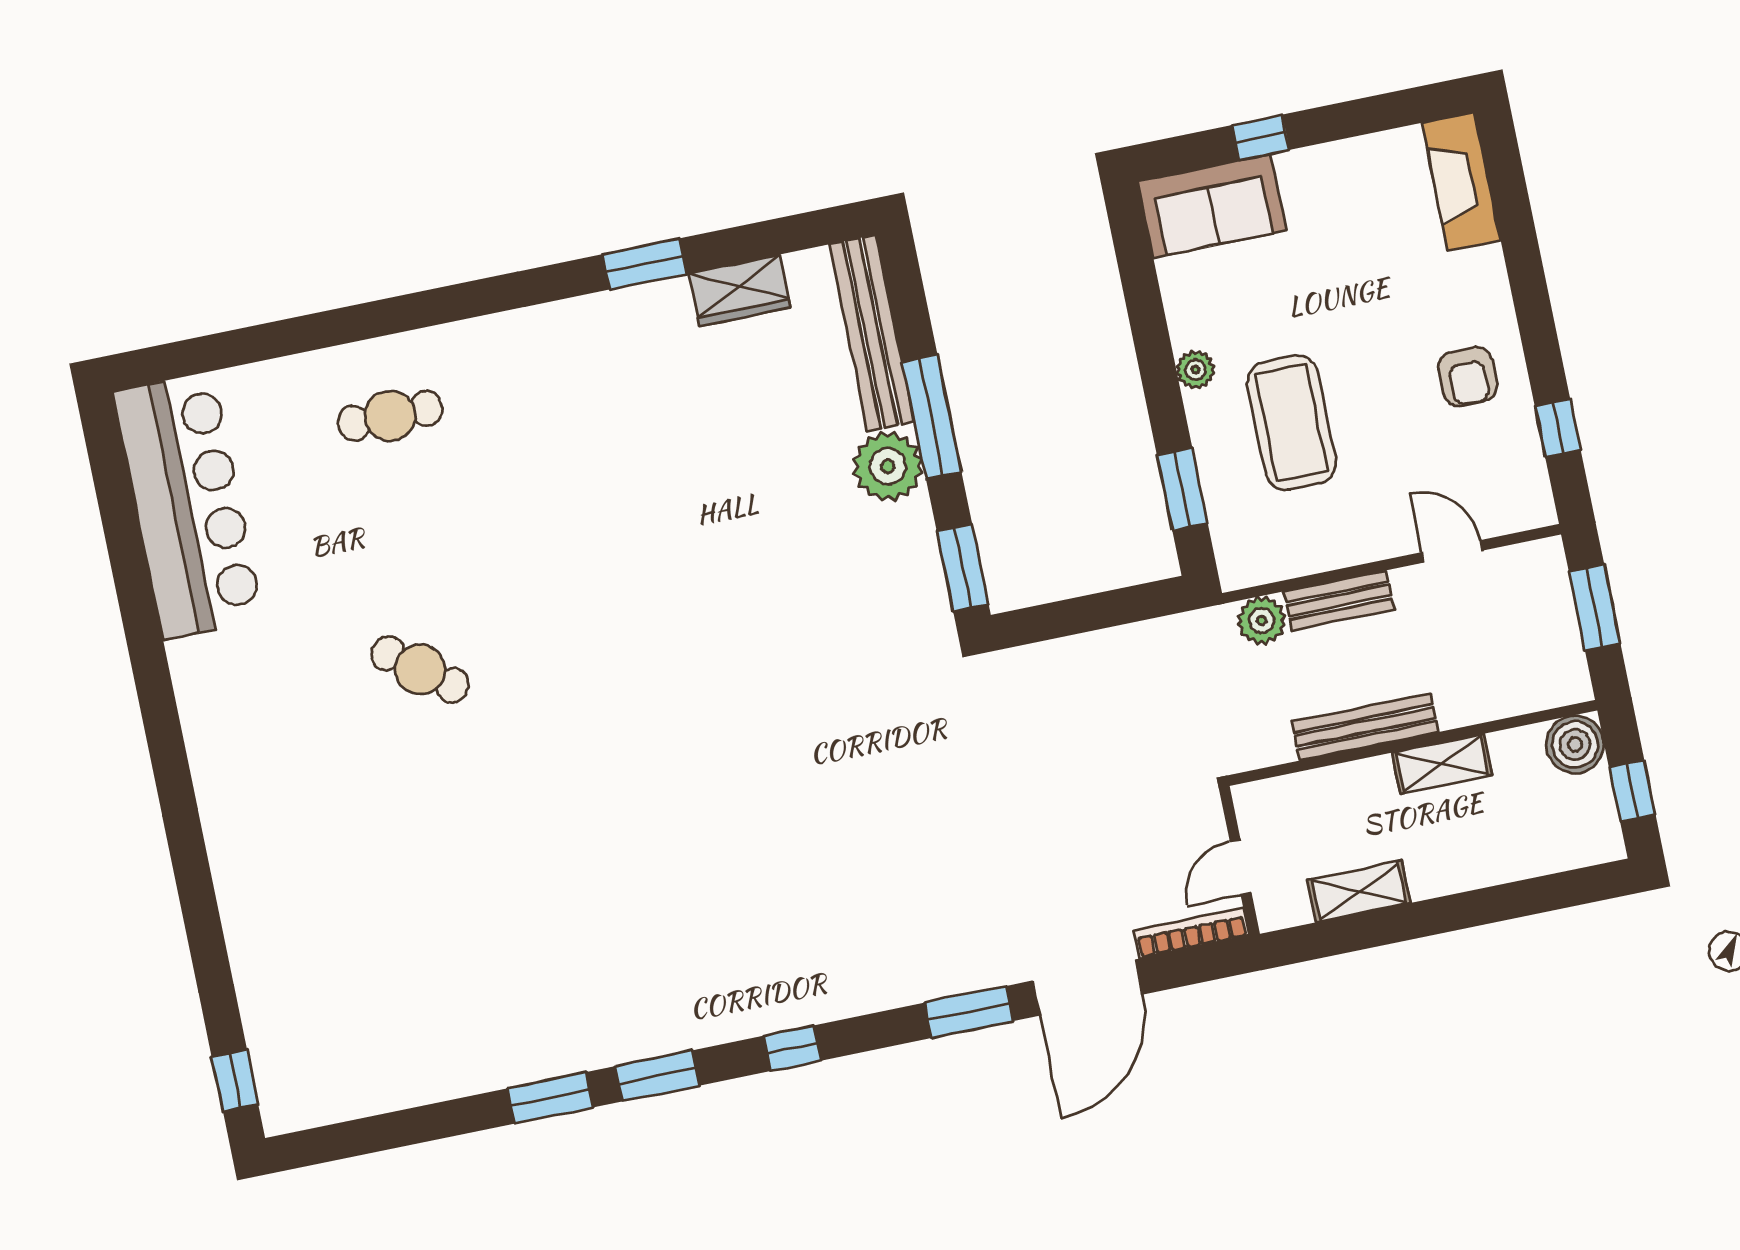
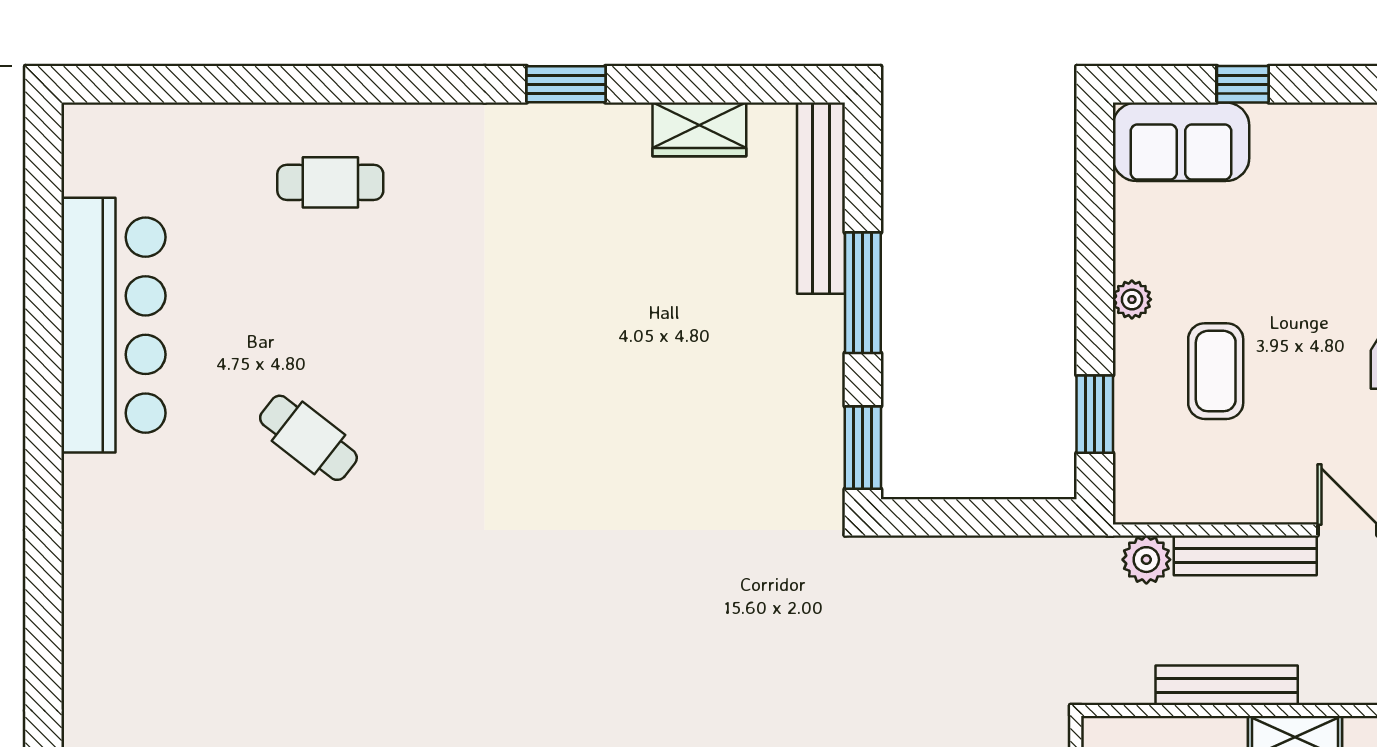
window: (645, 264) -> (566, 84), moved
coffee table: (1291, 423) -> (1216, 371), width x0.73, depth x0.76
plant: (888, 466) -> (810, 332), removed
bar counter: (188, 506) -> (113, 325), moved
bench: (1339, 600) -> (1245, 555), width x1.36

